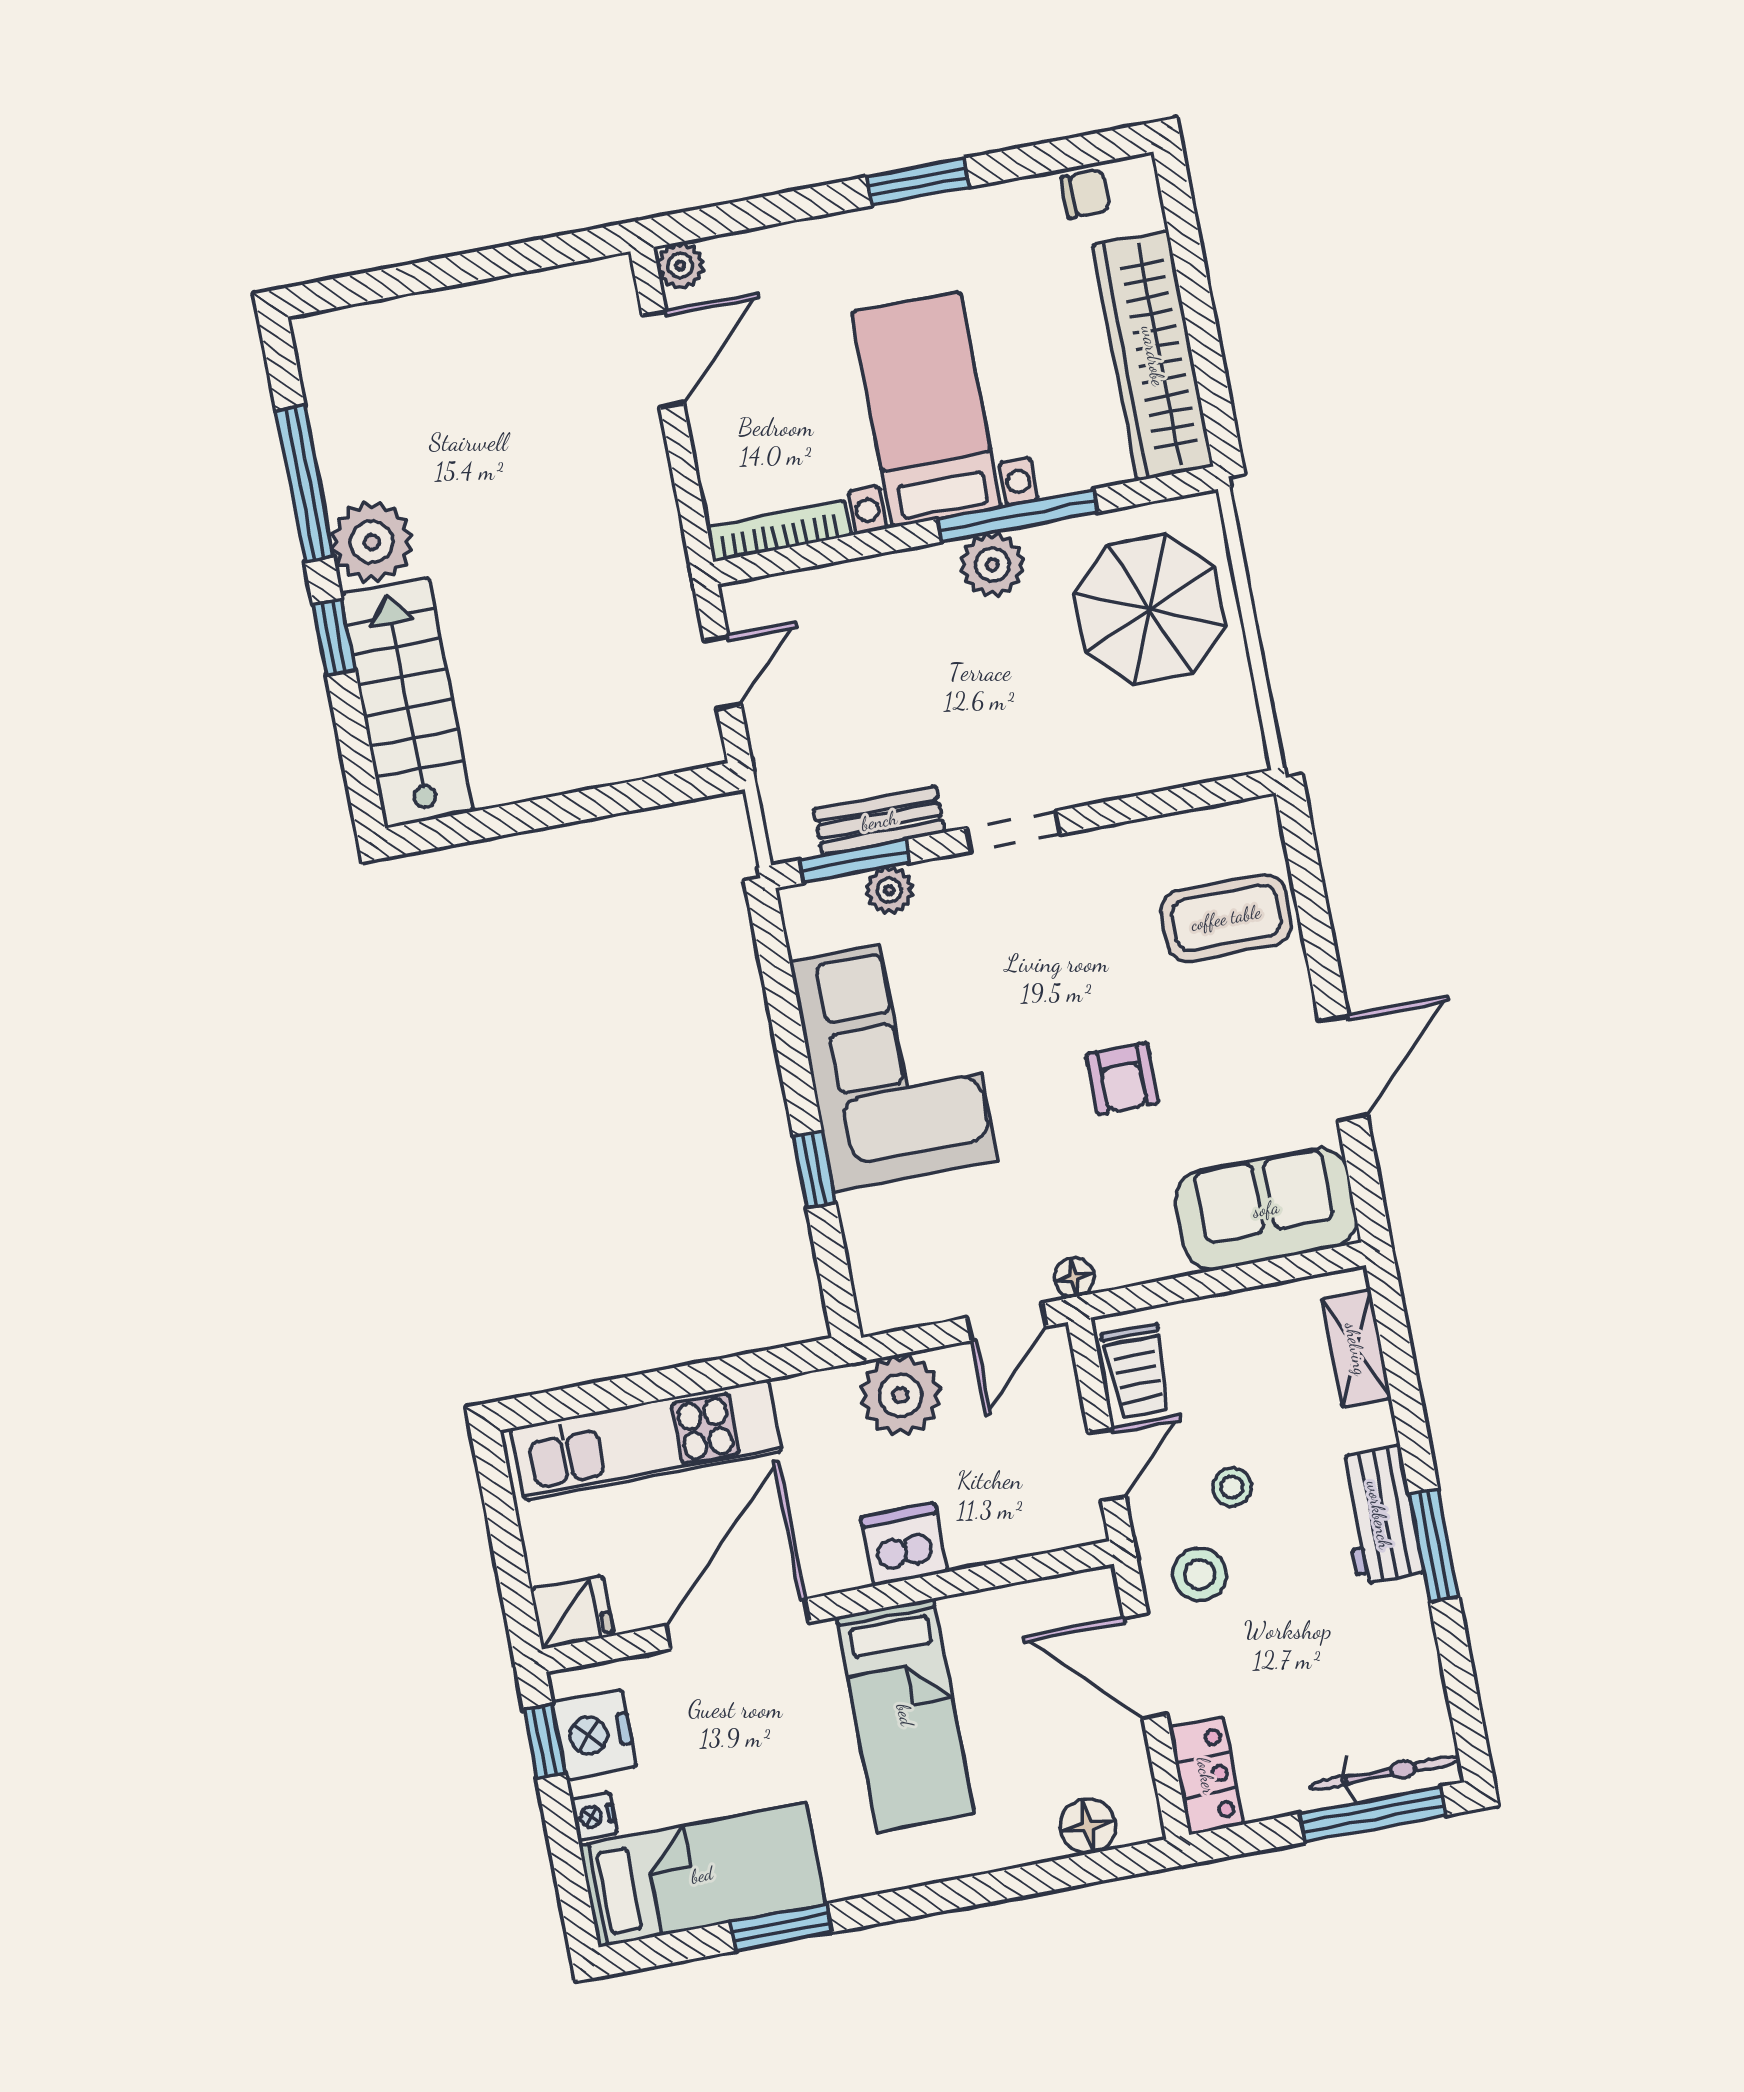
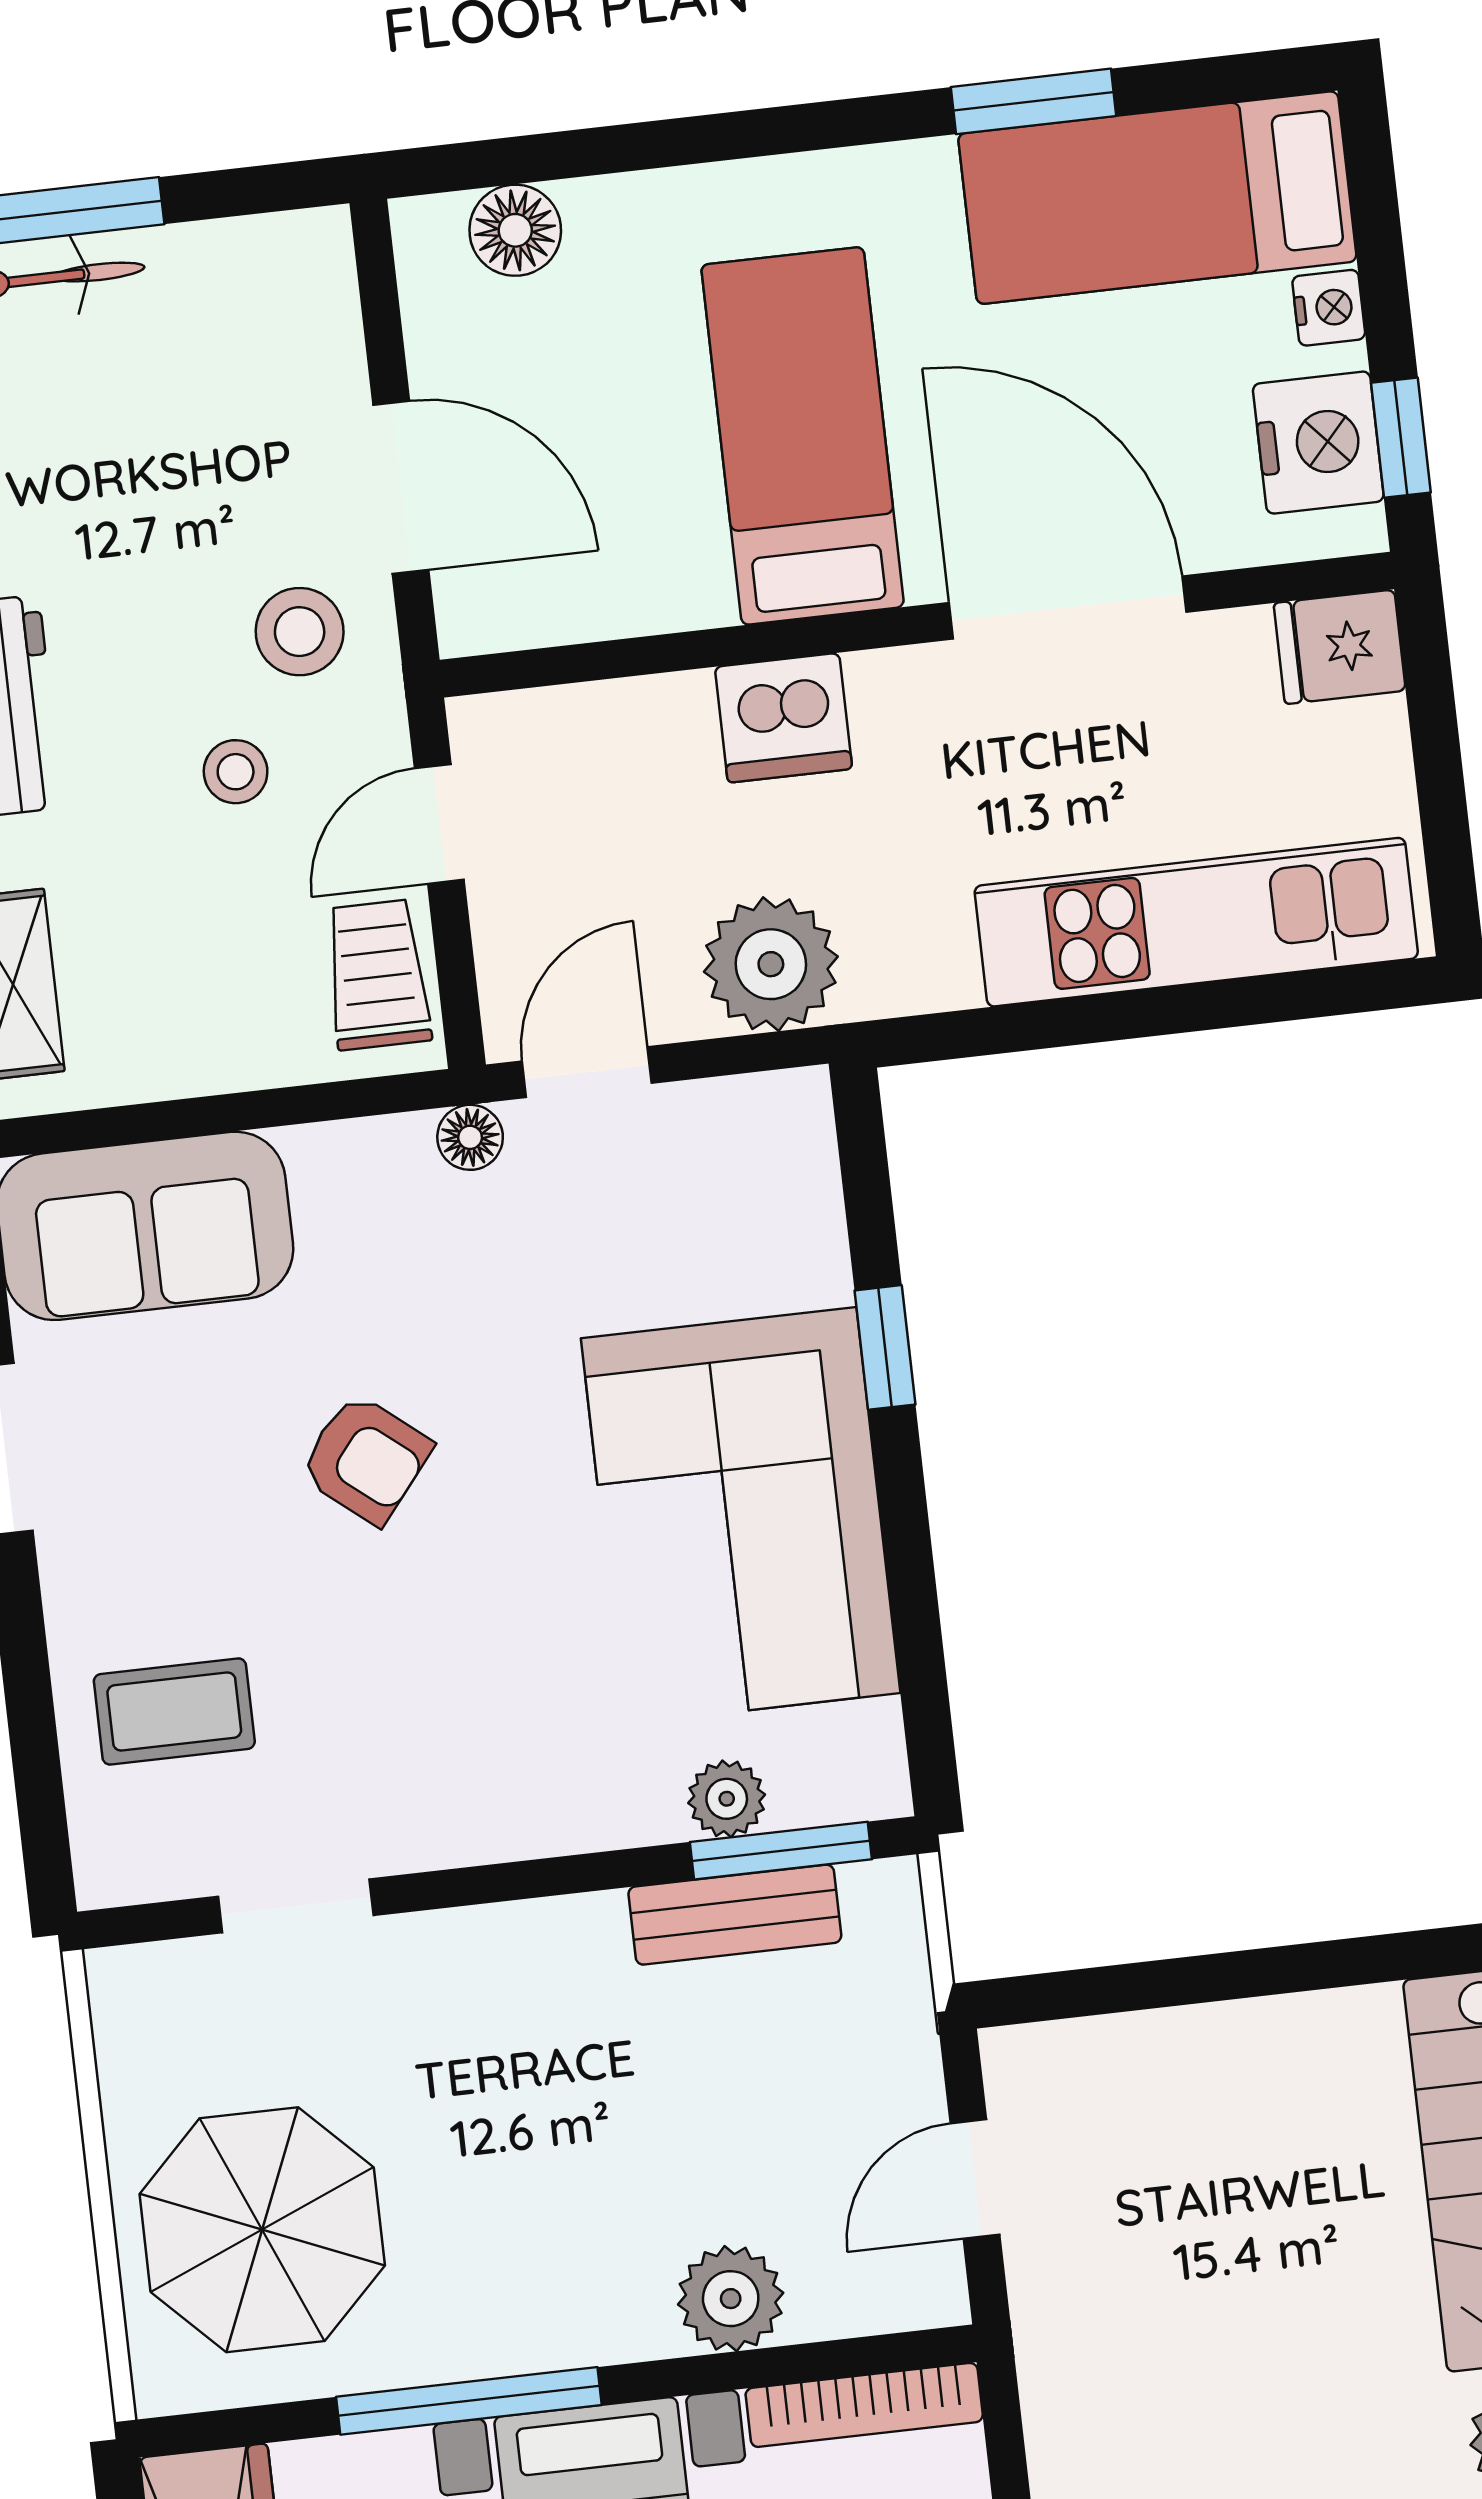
plant: (992, 565) -> (731, 2299), moved
doorway: (1014, 831) -> (296, 1906), moved
coffee table: (1226, 918) -> (174, 1712), width x0.73, depth x0.77
armchair: (1122, 1079) -> (366, 1459), turned 129
door: (738, 1624) -> (1068, 607), swing flipped
locker: (1206, 1776) -> (314, 299), removed

